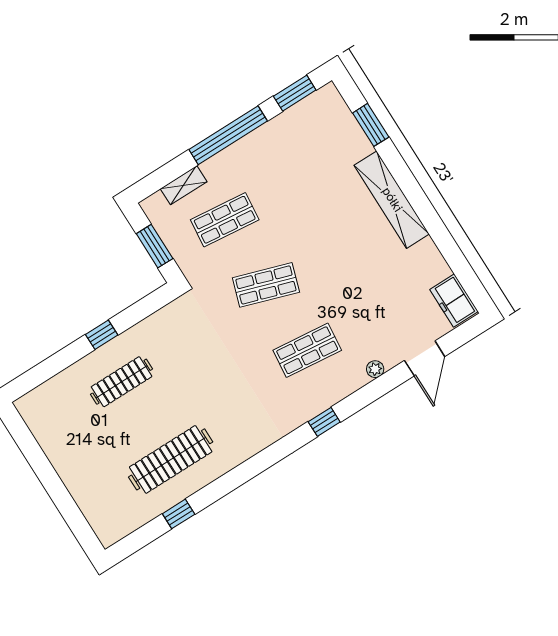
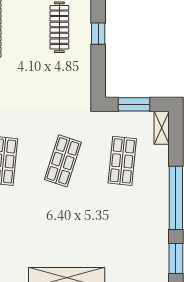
shelving: (184, 185) -> (162, 128), moved

